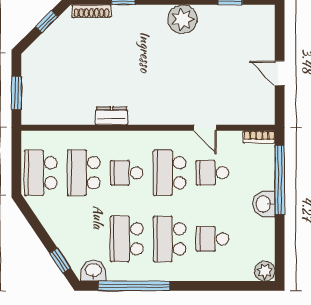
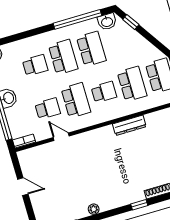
plant: (183, 19) -> (94, 209), width x0.53, depth x0.53
dresser: (112, 116) -> (129, 125), width x1.44

